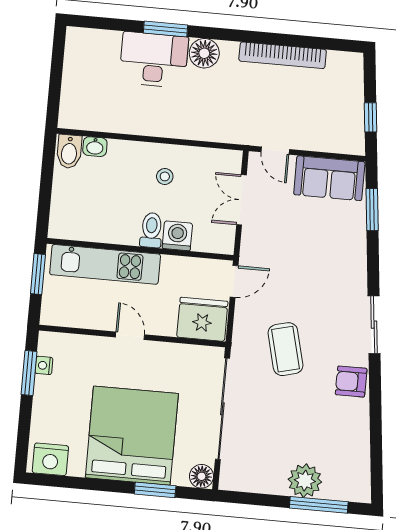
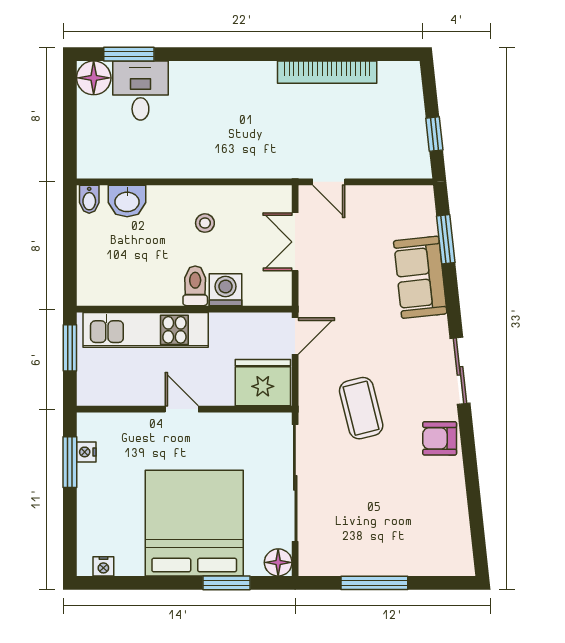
window: (166, 29) -> (129, 54), moved
floor lamp: (204, 53) -> (94, 78), moved
desk: (154, 60) -> (140, 90), moved, width x0.73
washbasin: (95, 147) -> (127, 201), width x1.38, depth x1.45
bidet: (69, 151) -> (89, 199), width x0.72, depth x0.74
sofa: (329, 178) -> (420, 277), moved, turned 84
nightstand: (50, 459) -> (103, 566), width x0.53, depth x0.56
plant: (305, 481) -> (397, 557), removed
window: (319, 505) -> (374, 583), moved

